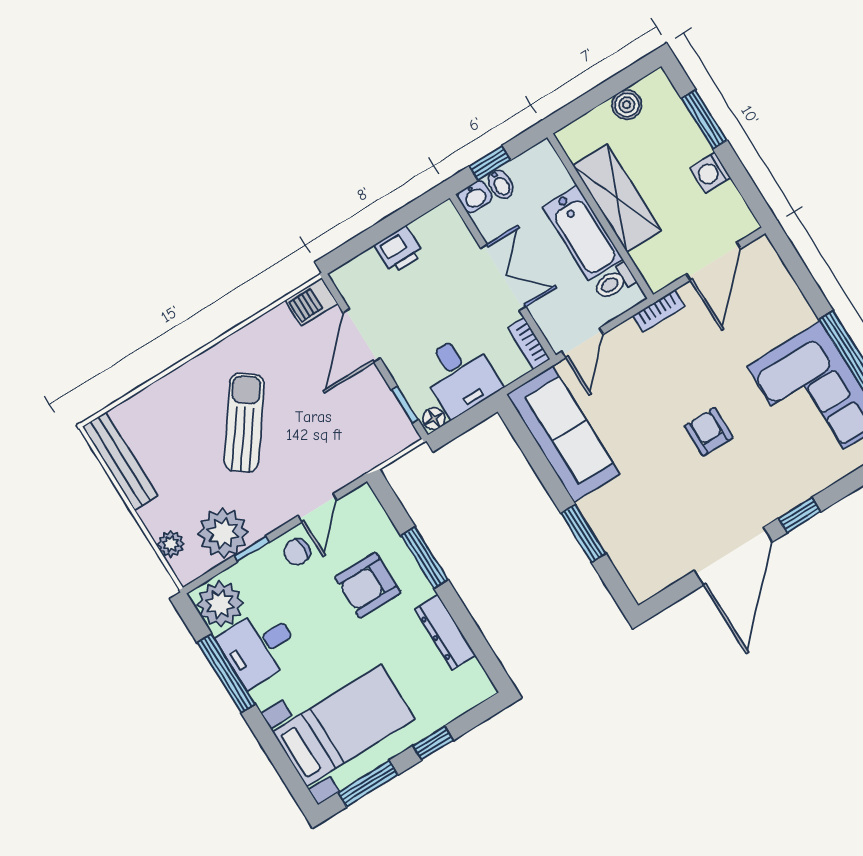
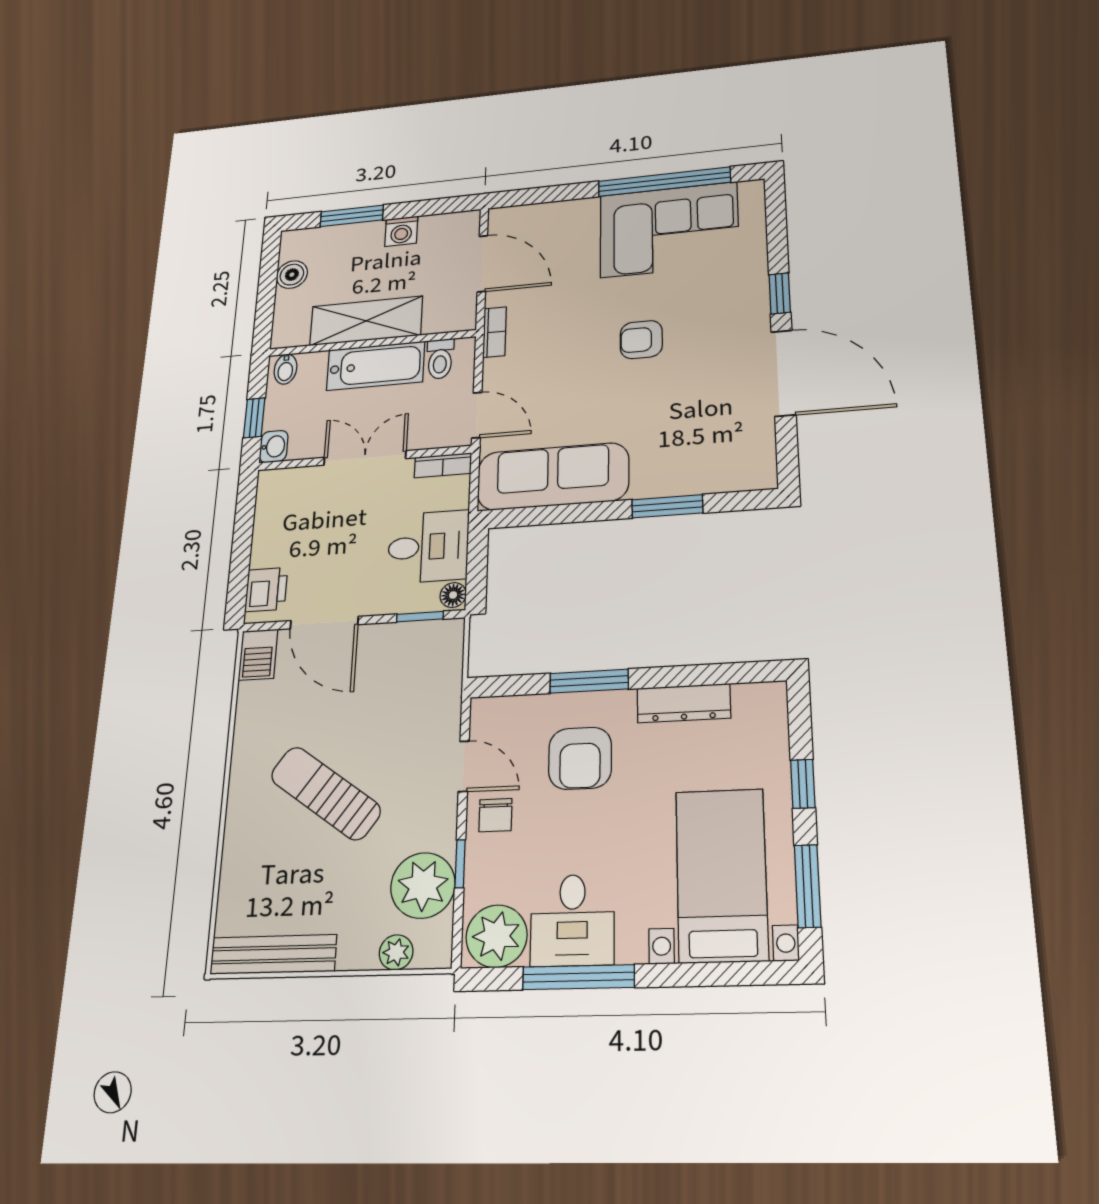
bidet: (501, 184) -> (285, 369), moved, turned 90
printer: (399, 250) -> (266, 590), moved

